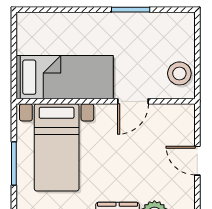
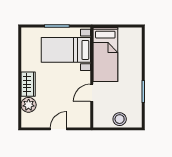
stool: (179, 73) -> (120, 119), moved
door: (133, 101) -> (92, 93), hinge flipped

